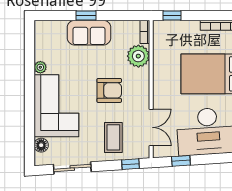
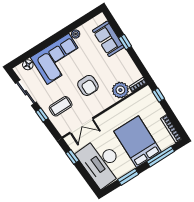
sofa: (89, 33) -> (108, 39), moved
window: (130, 164) -> (42, 115), moved

